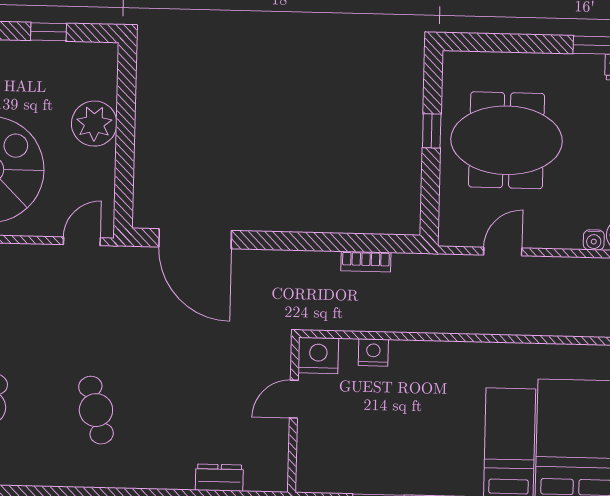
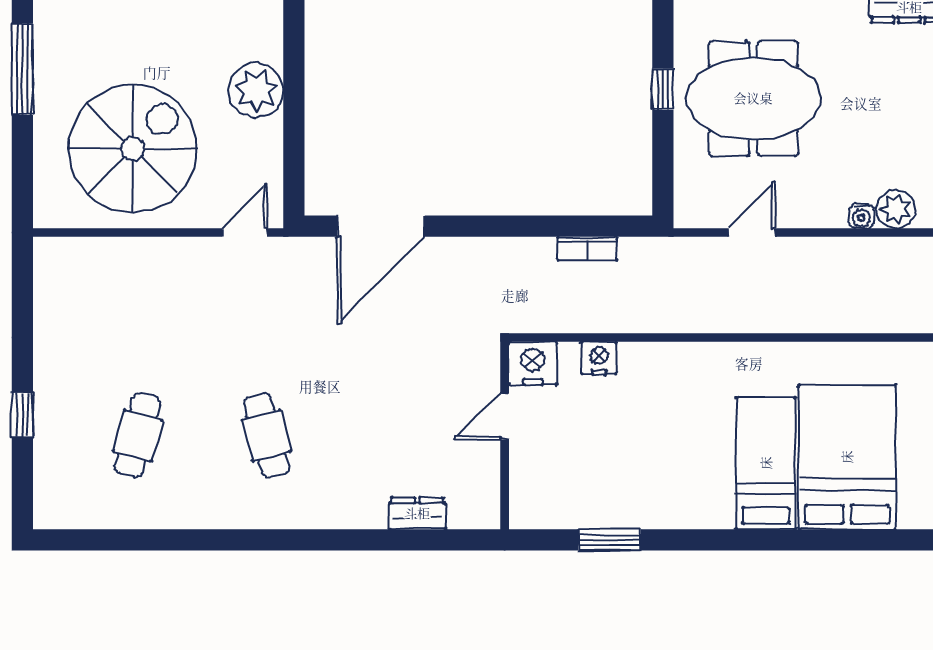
door: (195, 239) -> (381, 226), hinge flipped

